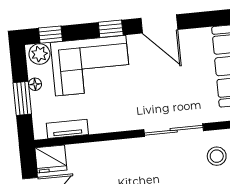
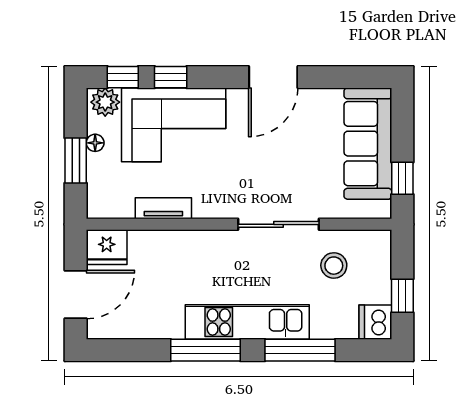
door: (159, 24) -> (273, 77), hinge flipped
window: (111, 29) -> (171, 77), moved
tv unit: (67, 129) -> (163, 208), moved

